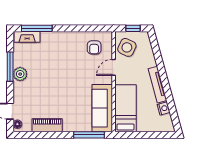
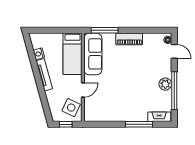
window: (37, 28) -> (139, 124), moved
armchair: (94, 47) -> (100, 108), removed
window: (10, 67) -> (174, 91), width x1.46
piano: (47, 125) -> (129, 39), moved

